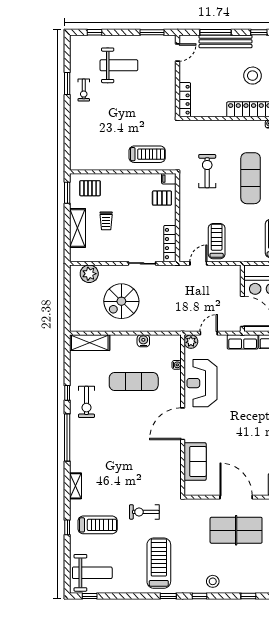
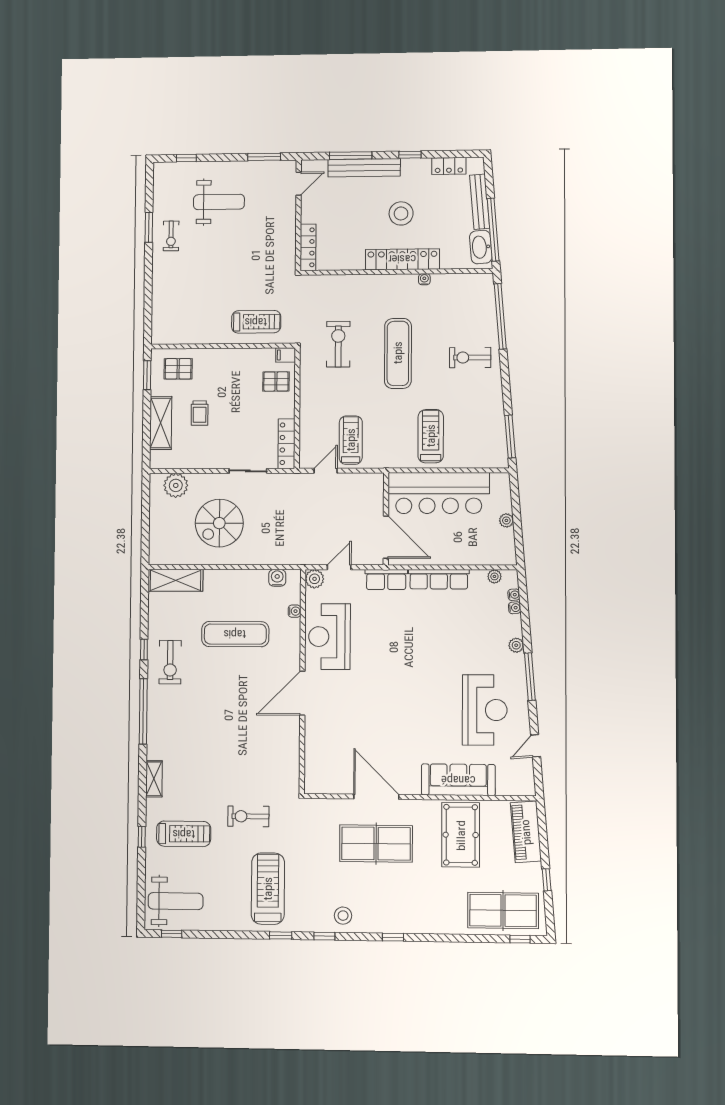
water cooler: (143, 341) -> (277, 578), moved
sofa: (195, 461) -> (319, 746), removed

